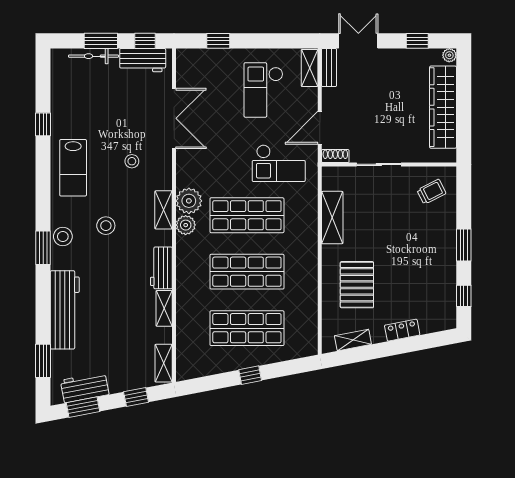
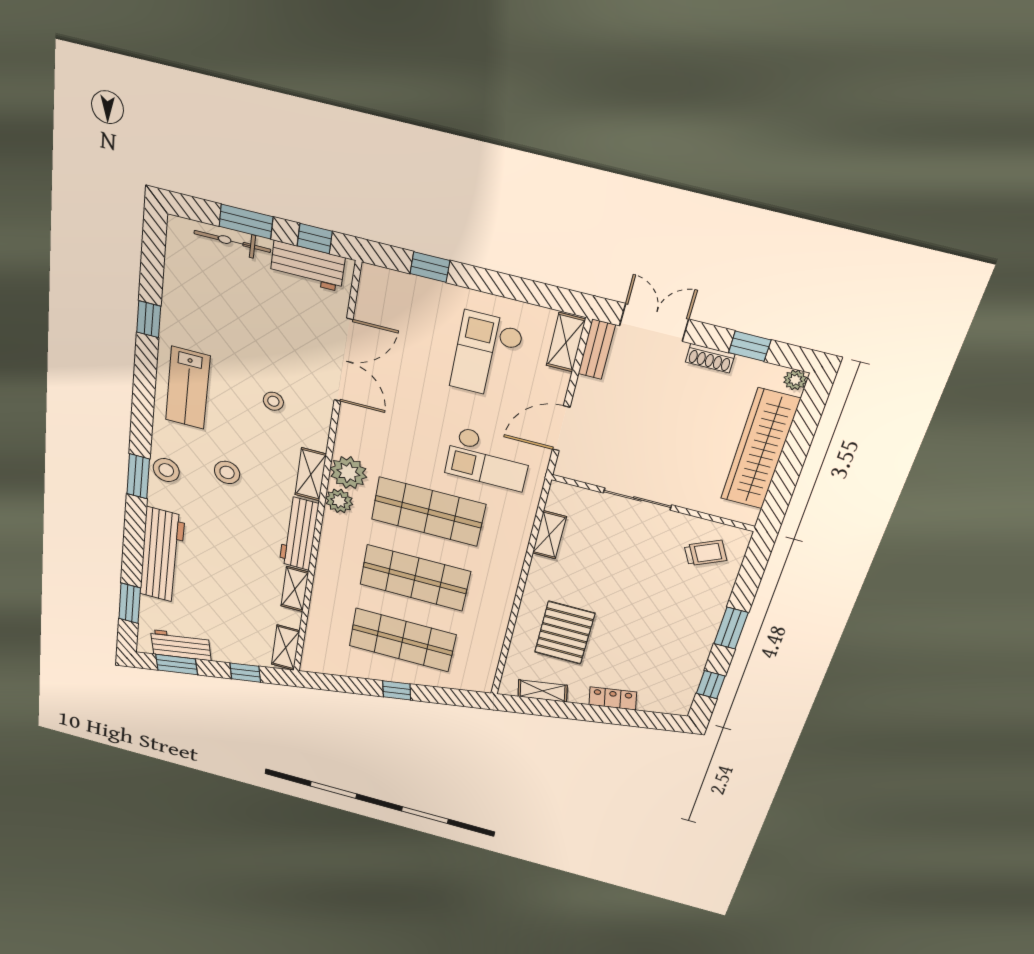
shoe rack: (335, 156) -> (710, 358), moved, turned 180
shelving: (332, 218) -> (549, 535), width x0.67, depth x0.75
workbench: (161, 268) -> (299, 533), width x1.38

